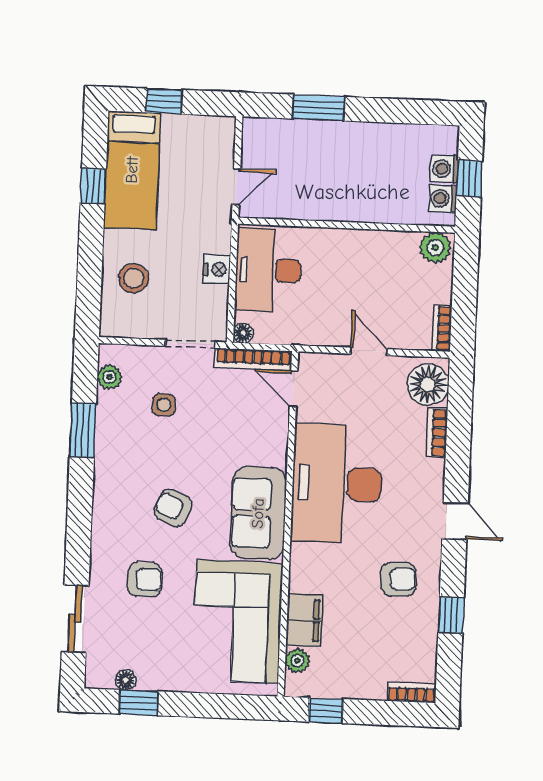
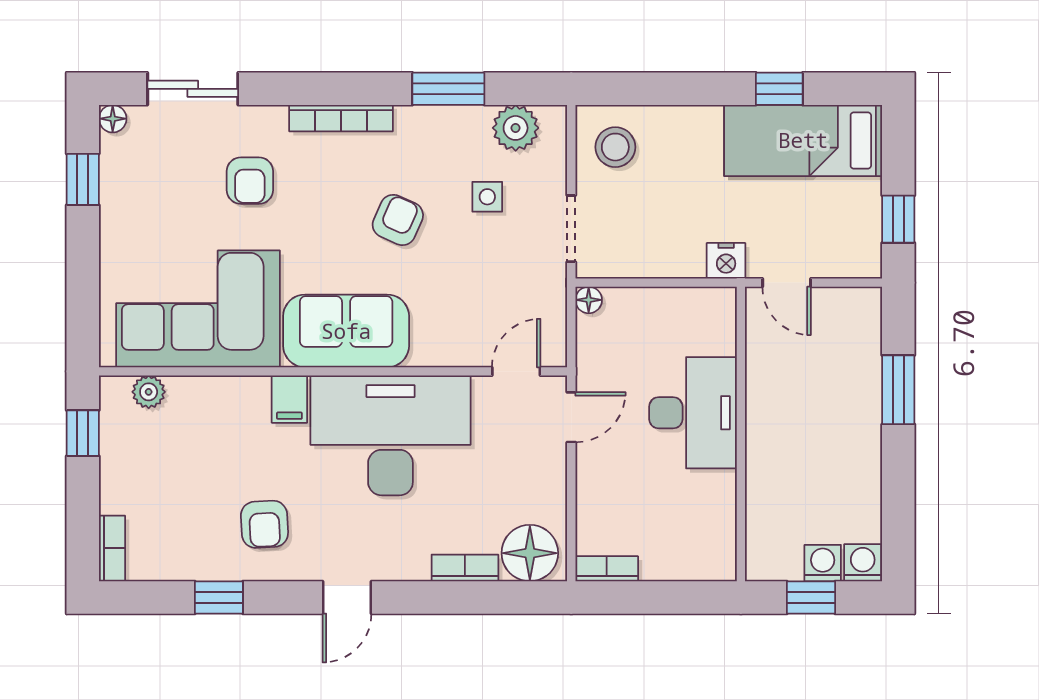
window: (164, 101) -> (898, 219), moved
washing machine: (443, 198) -> (863, 563), moved
plant: (435, 248) -> (716, 555), removed
nightstand: (217, 269) -> (726, 261), moved
desk: (268, 270) -> (693, 413), moved, turned 90
stool: (134, 278) -> (615, 147), moved
door: (369, 351) -> (571, 417), moved
bookcase: (253, 359) -> (341, 118), moved, turned -90
plant: (110, 377) -> (516, 128), width x1.38, depth x1.38
armchair: (173, 508) -> (398, 220), moved
filing cabinet: (304, 620) -> (289, 399), moved, width x0.50
floor lamp: (126, 680) -> (113, 119), moved

